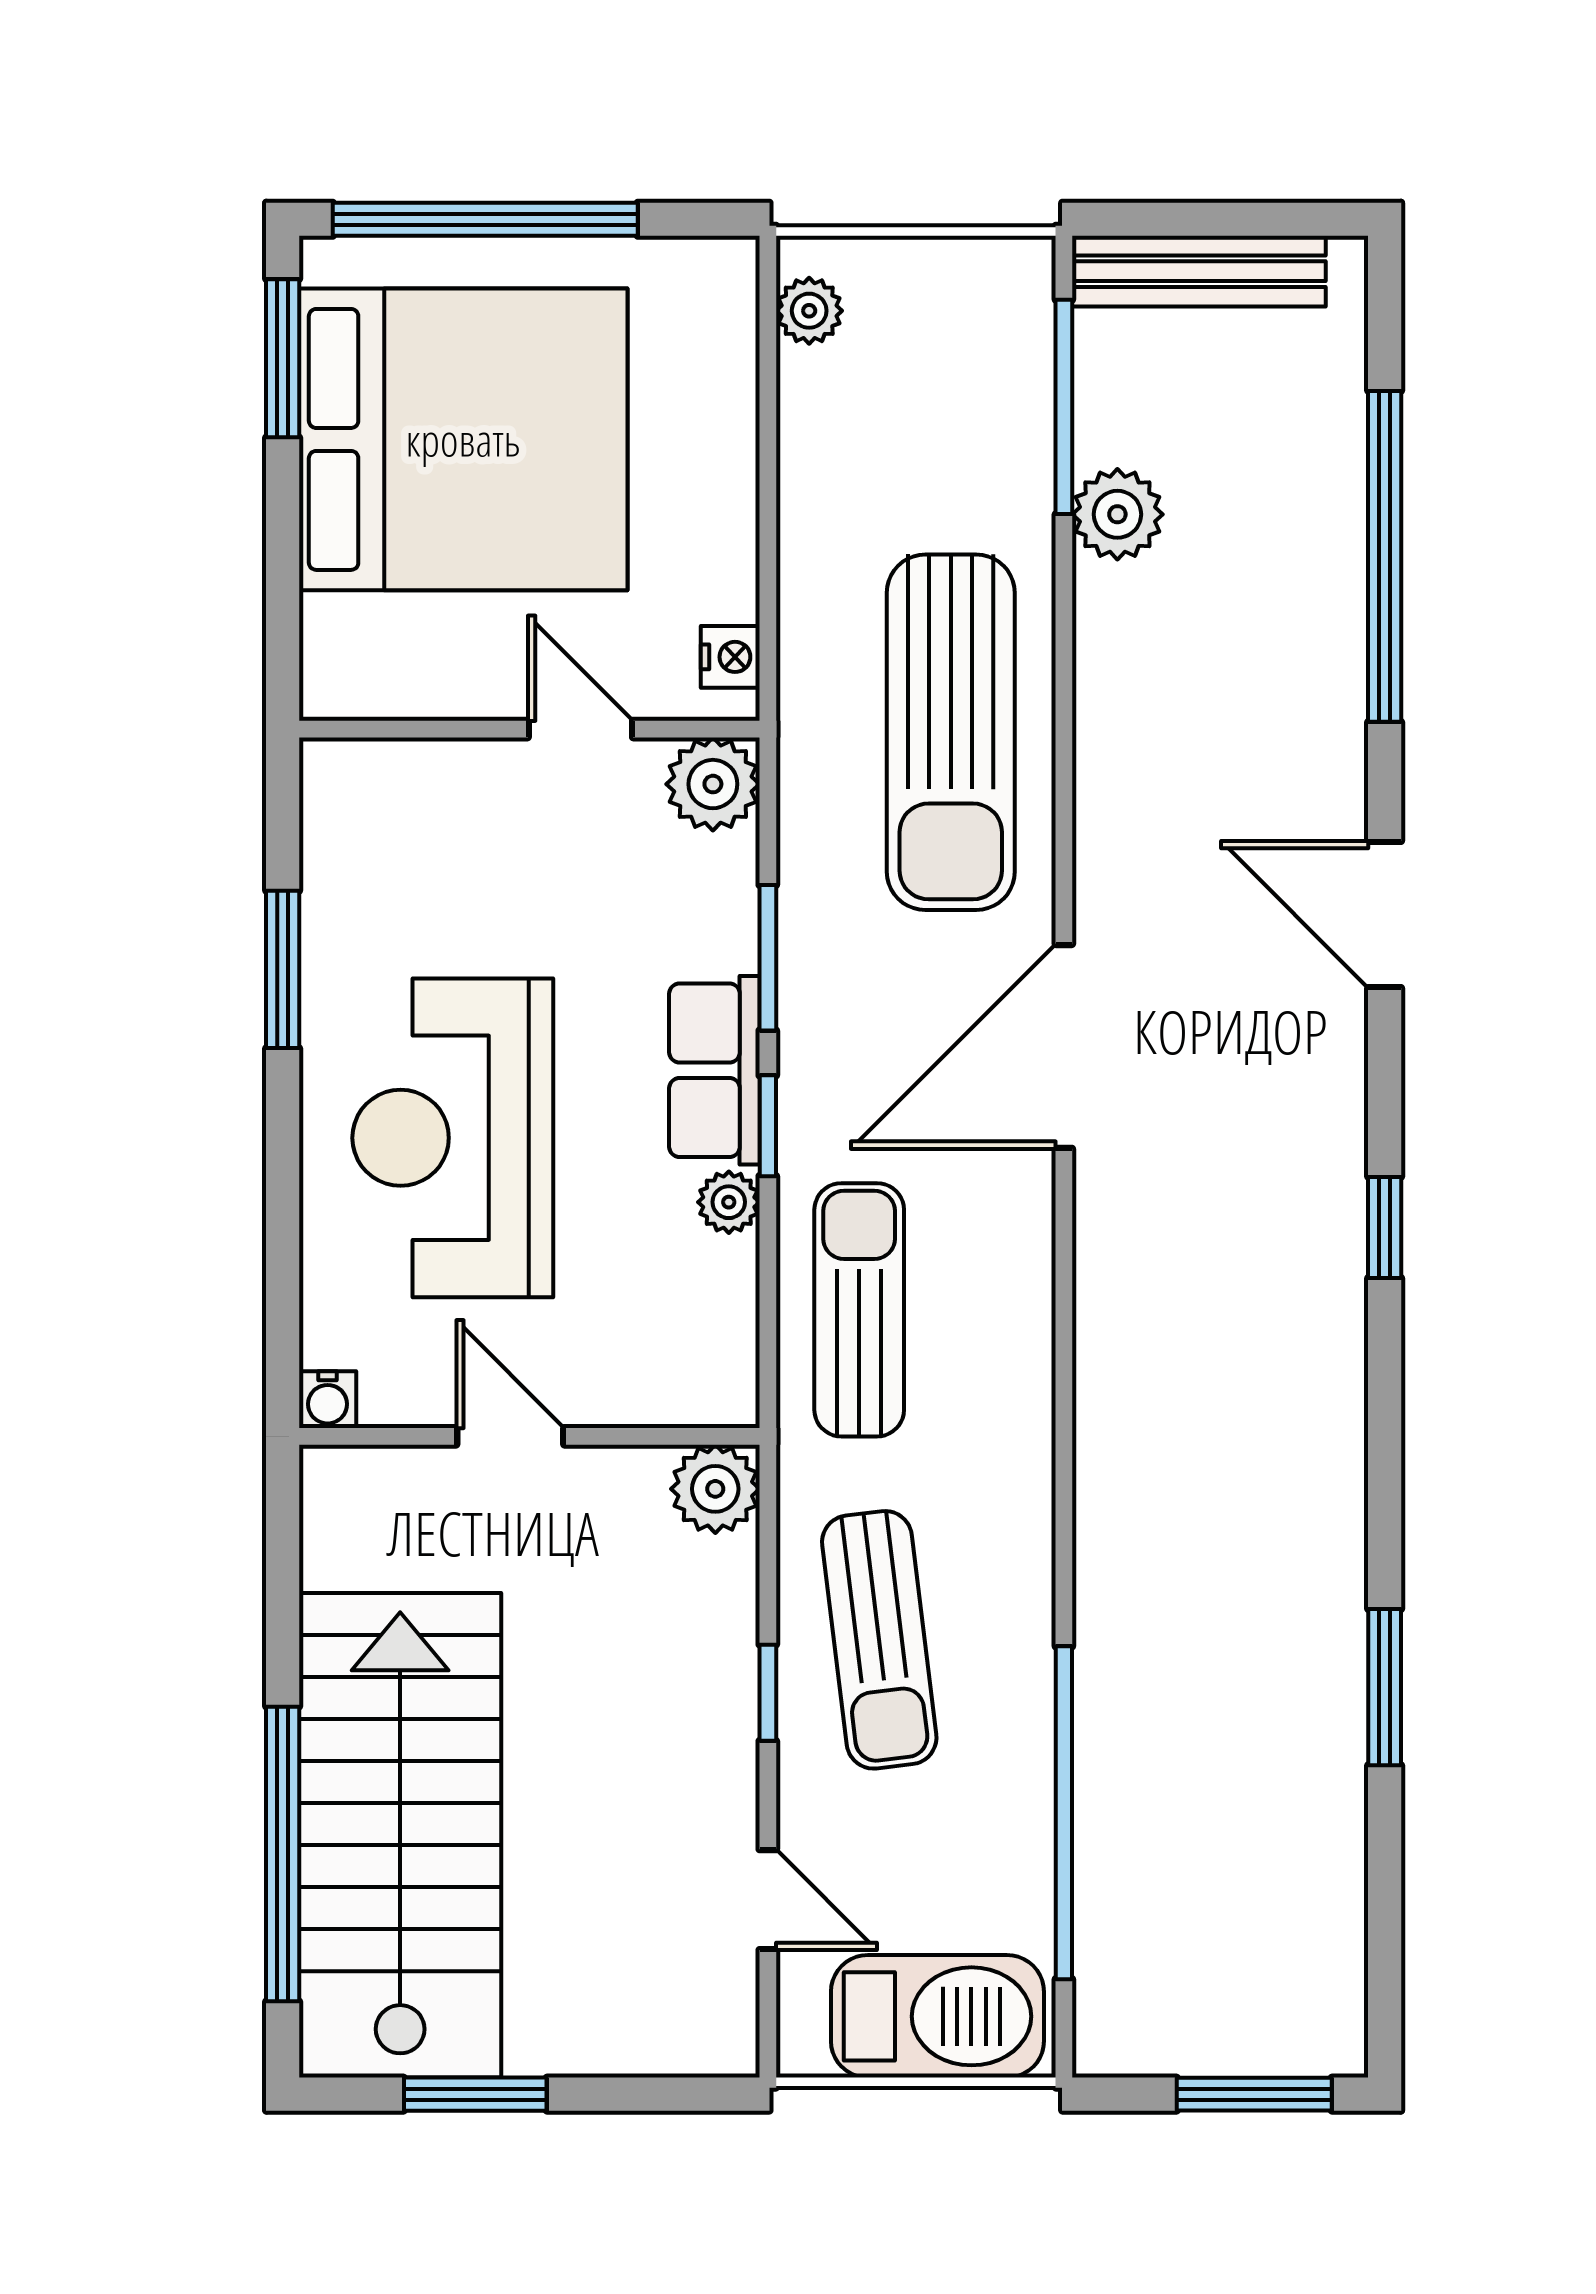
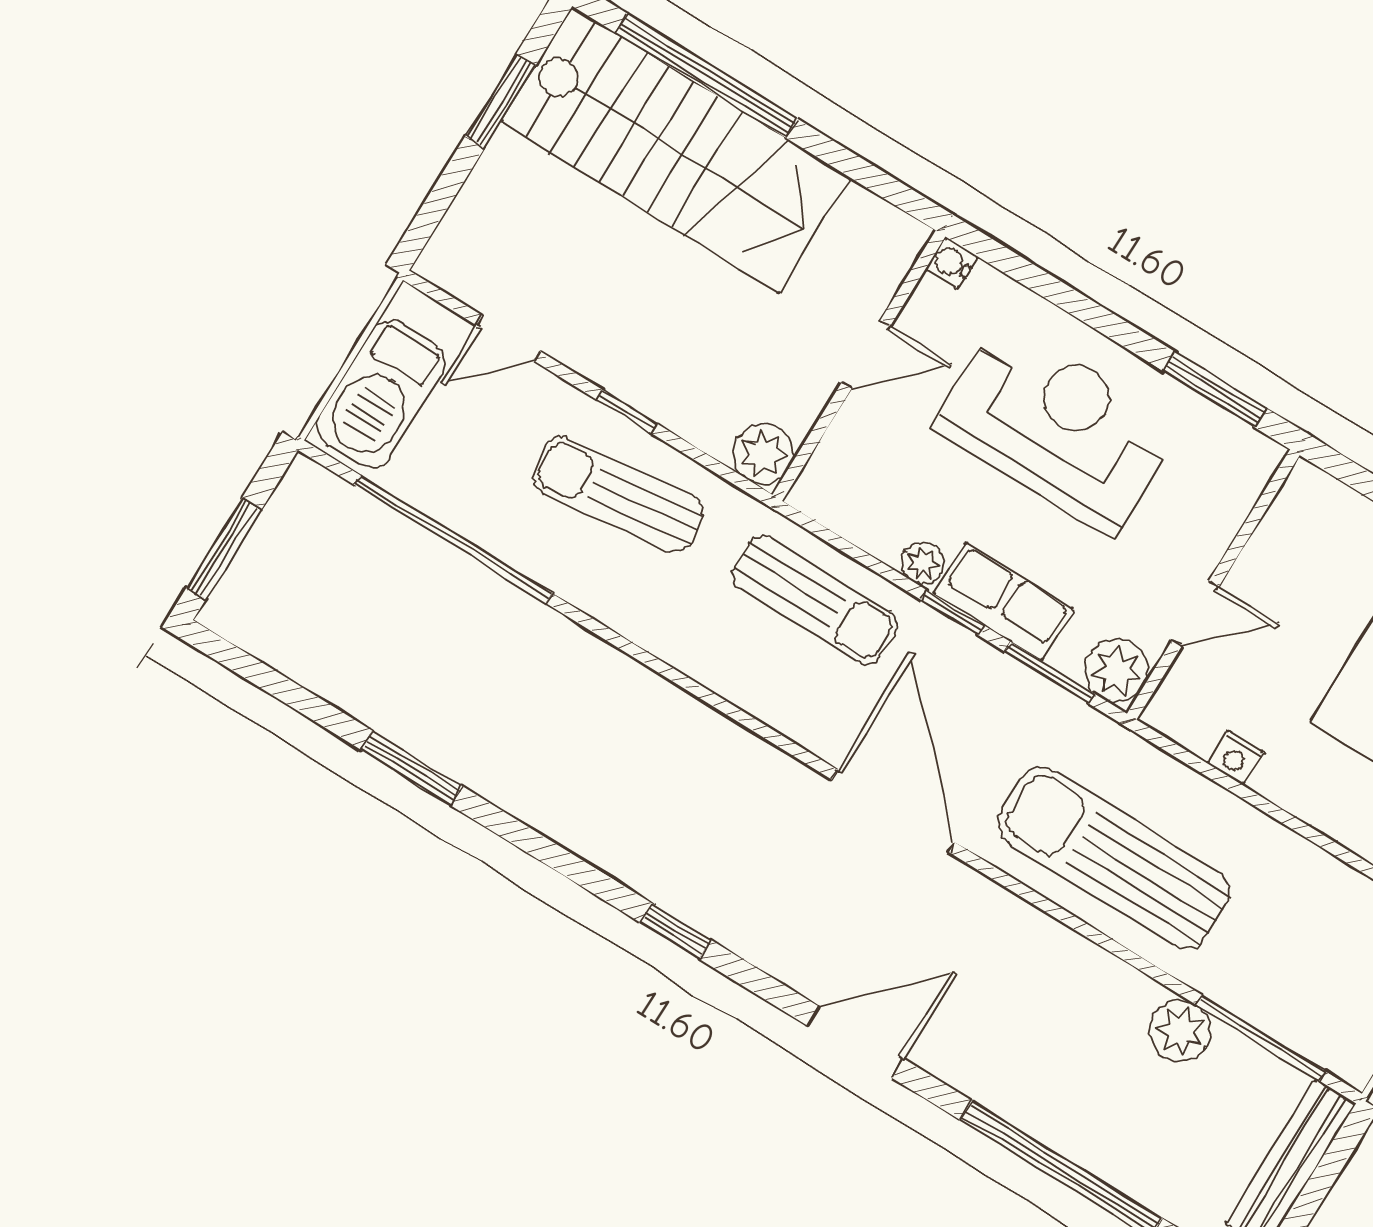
wall: (529, 729) -> (1213, 584), moved
door: (580, 729) -> (1195, 614), moved
plant: (713, 784) -> (1117, 670), moved

